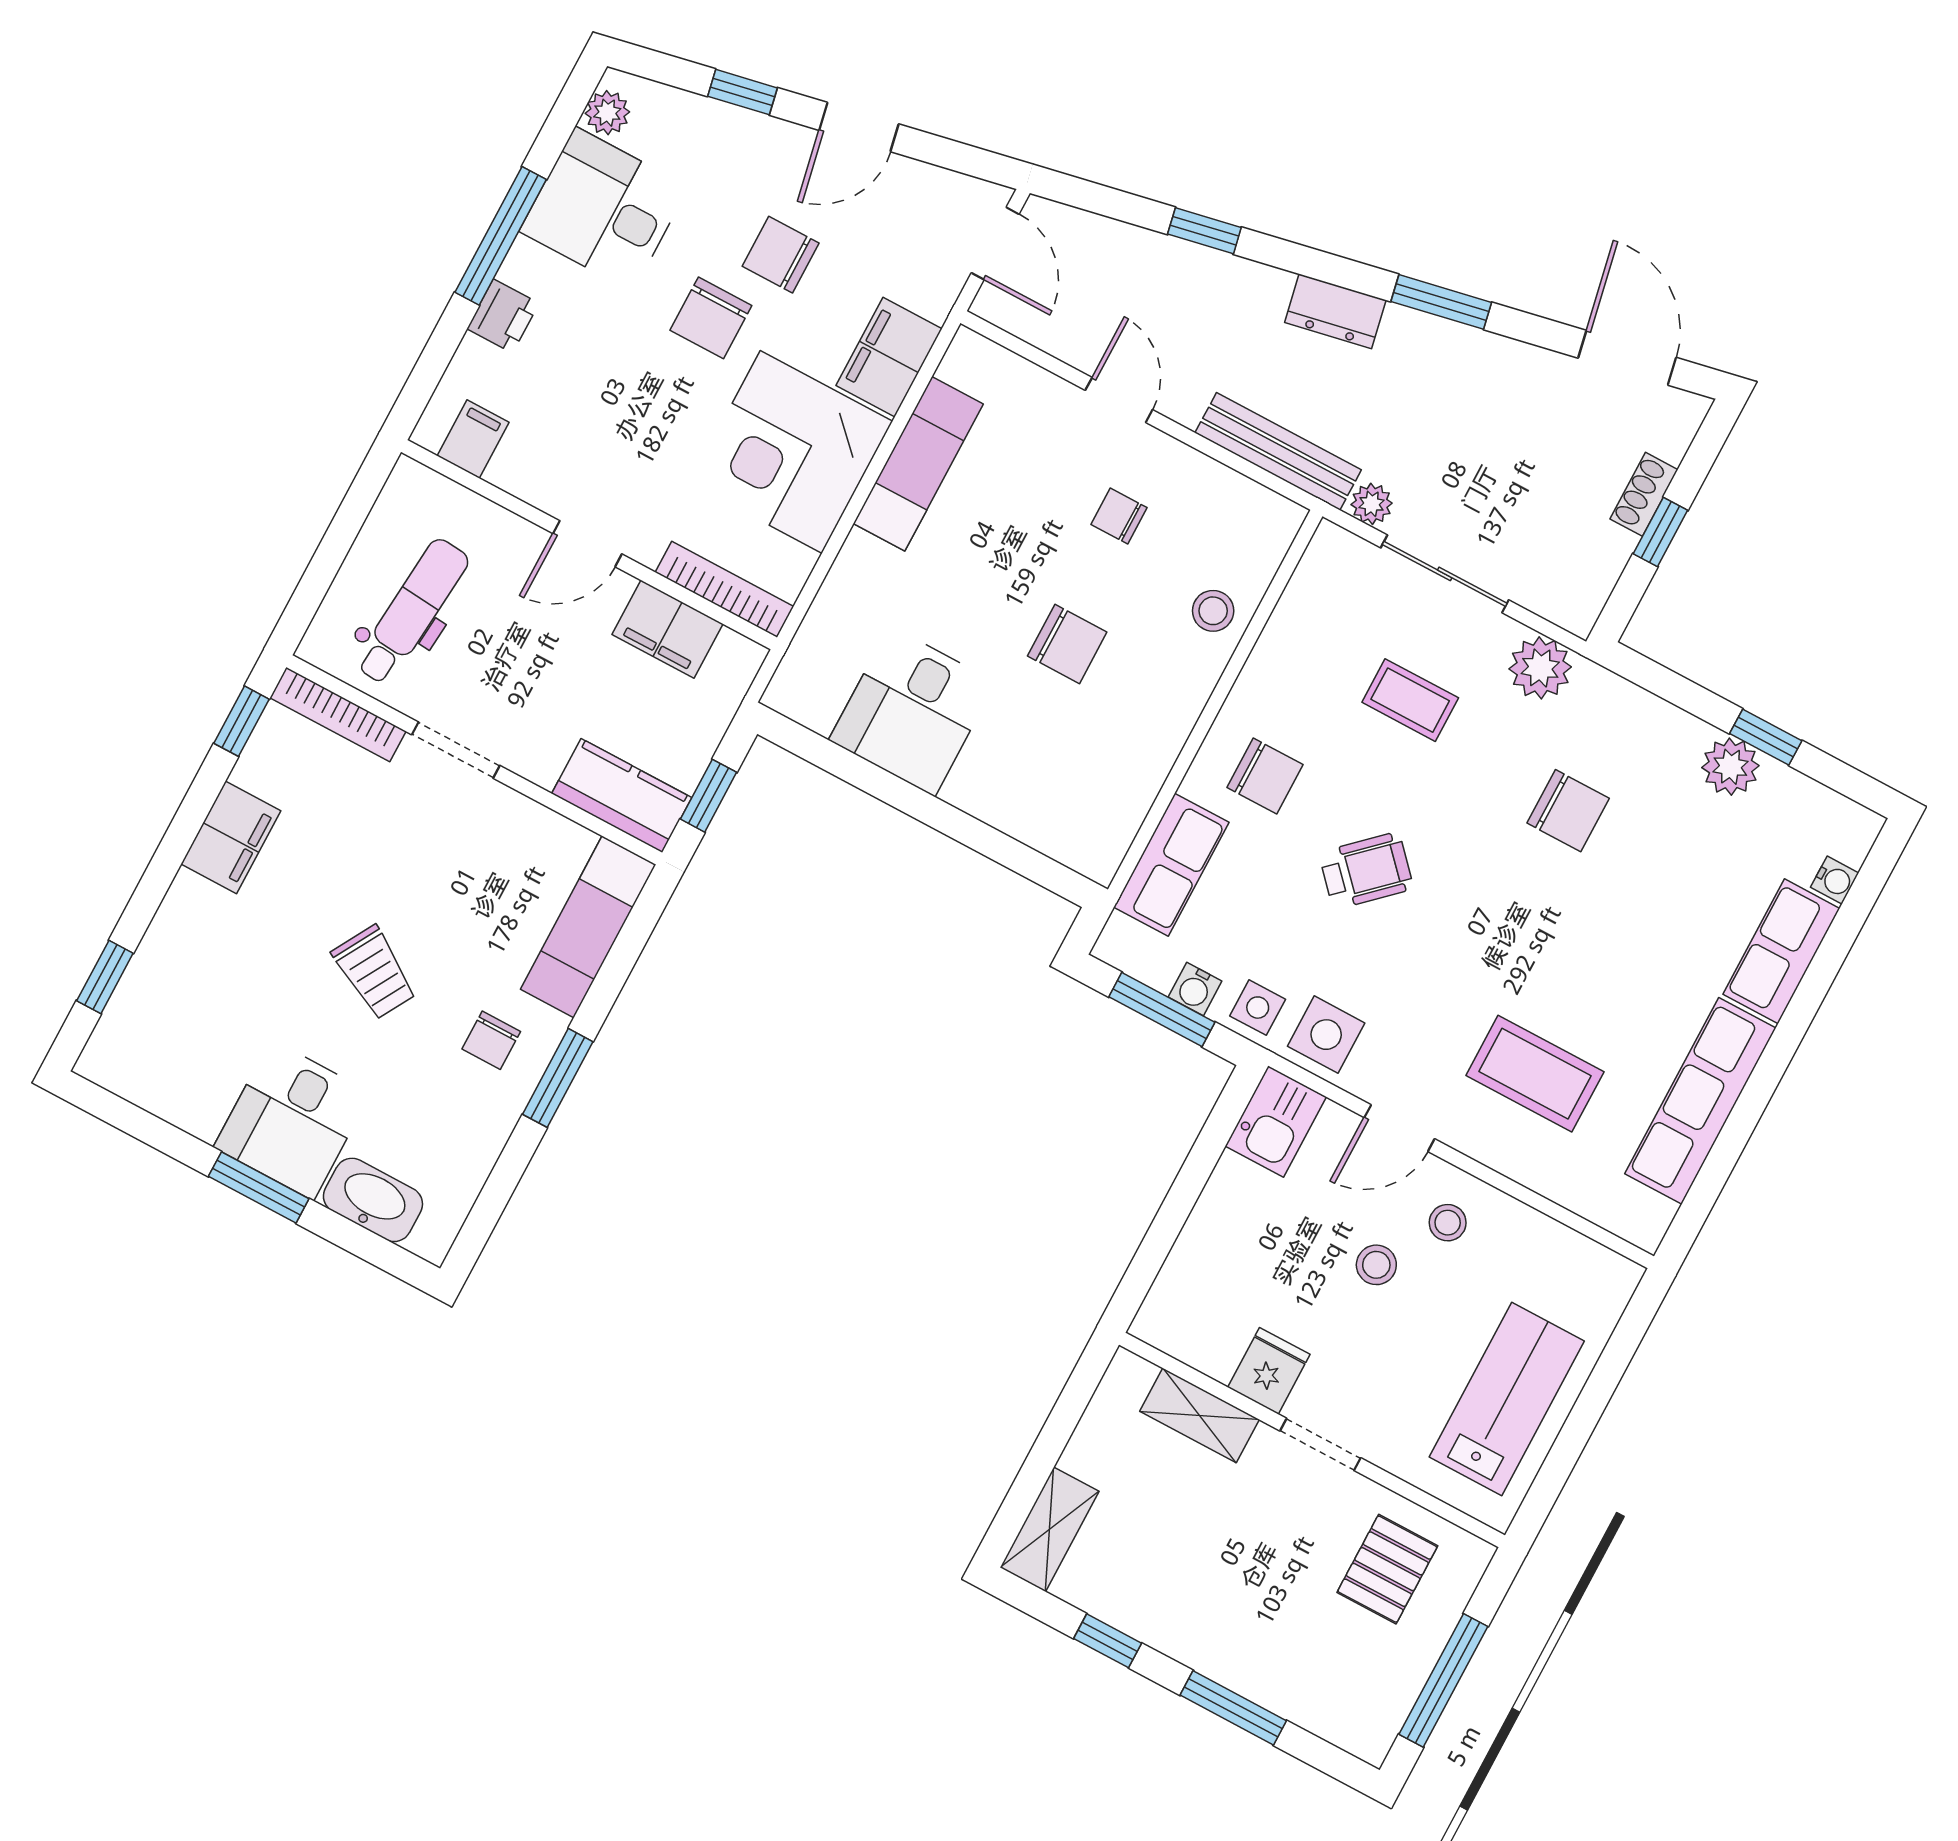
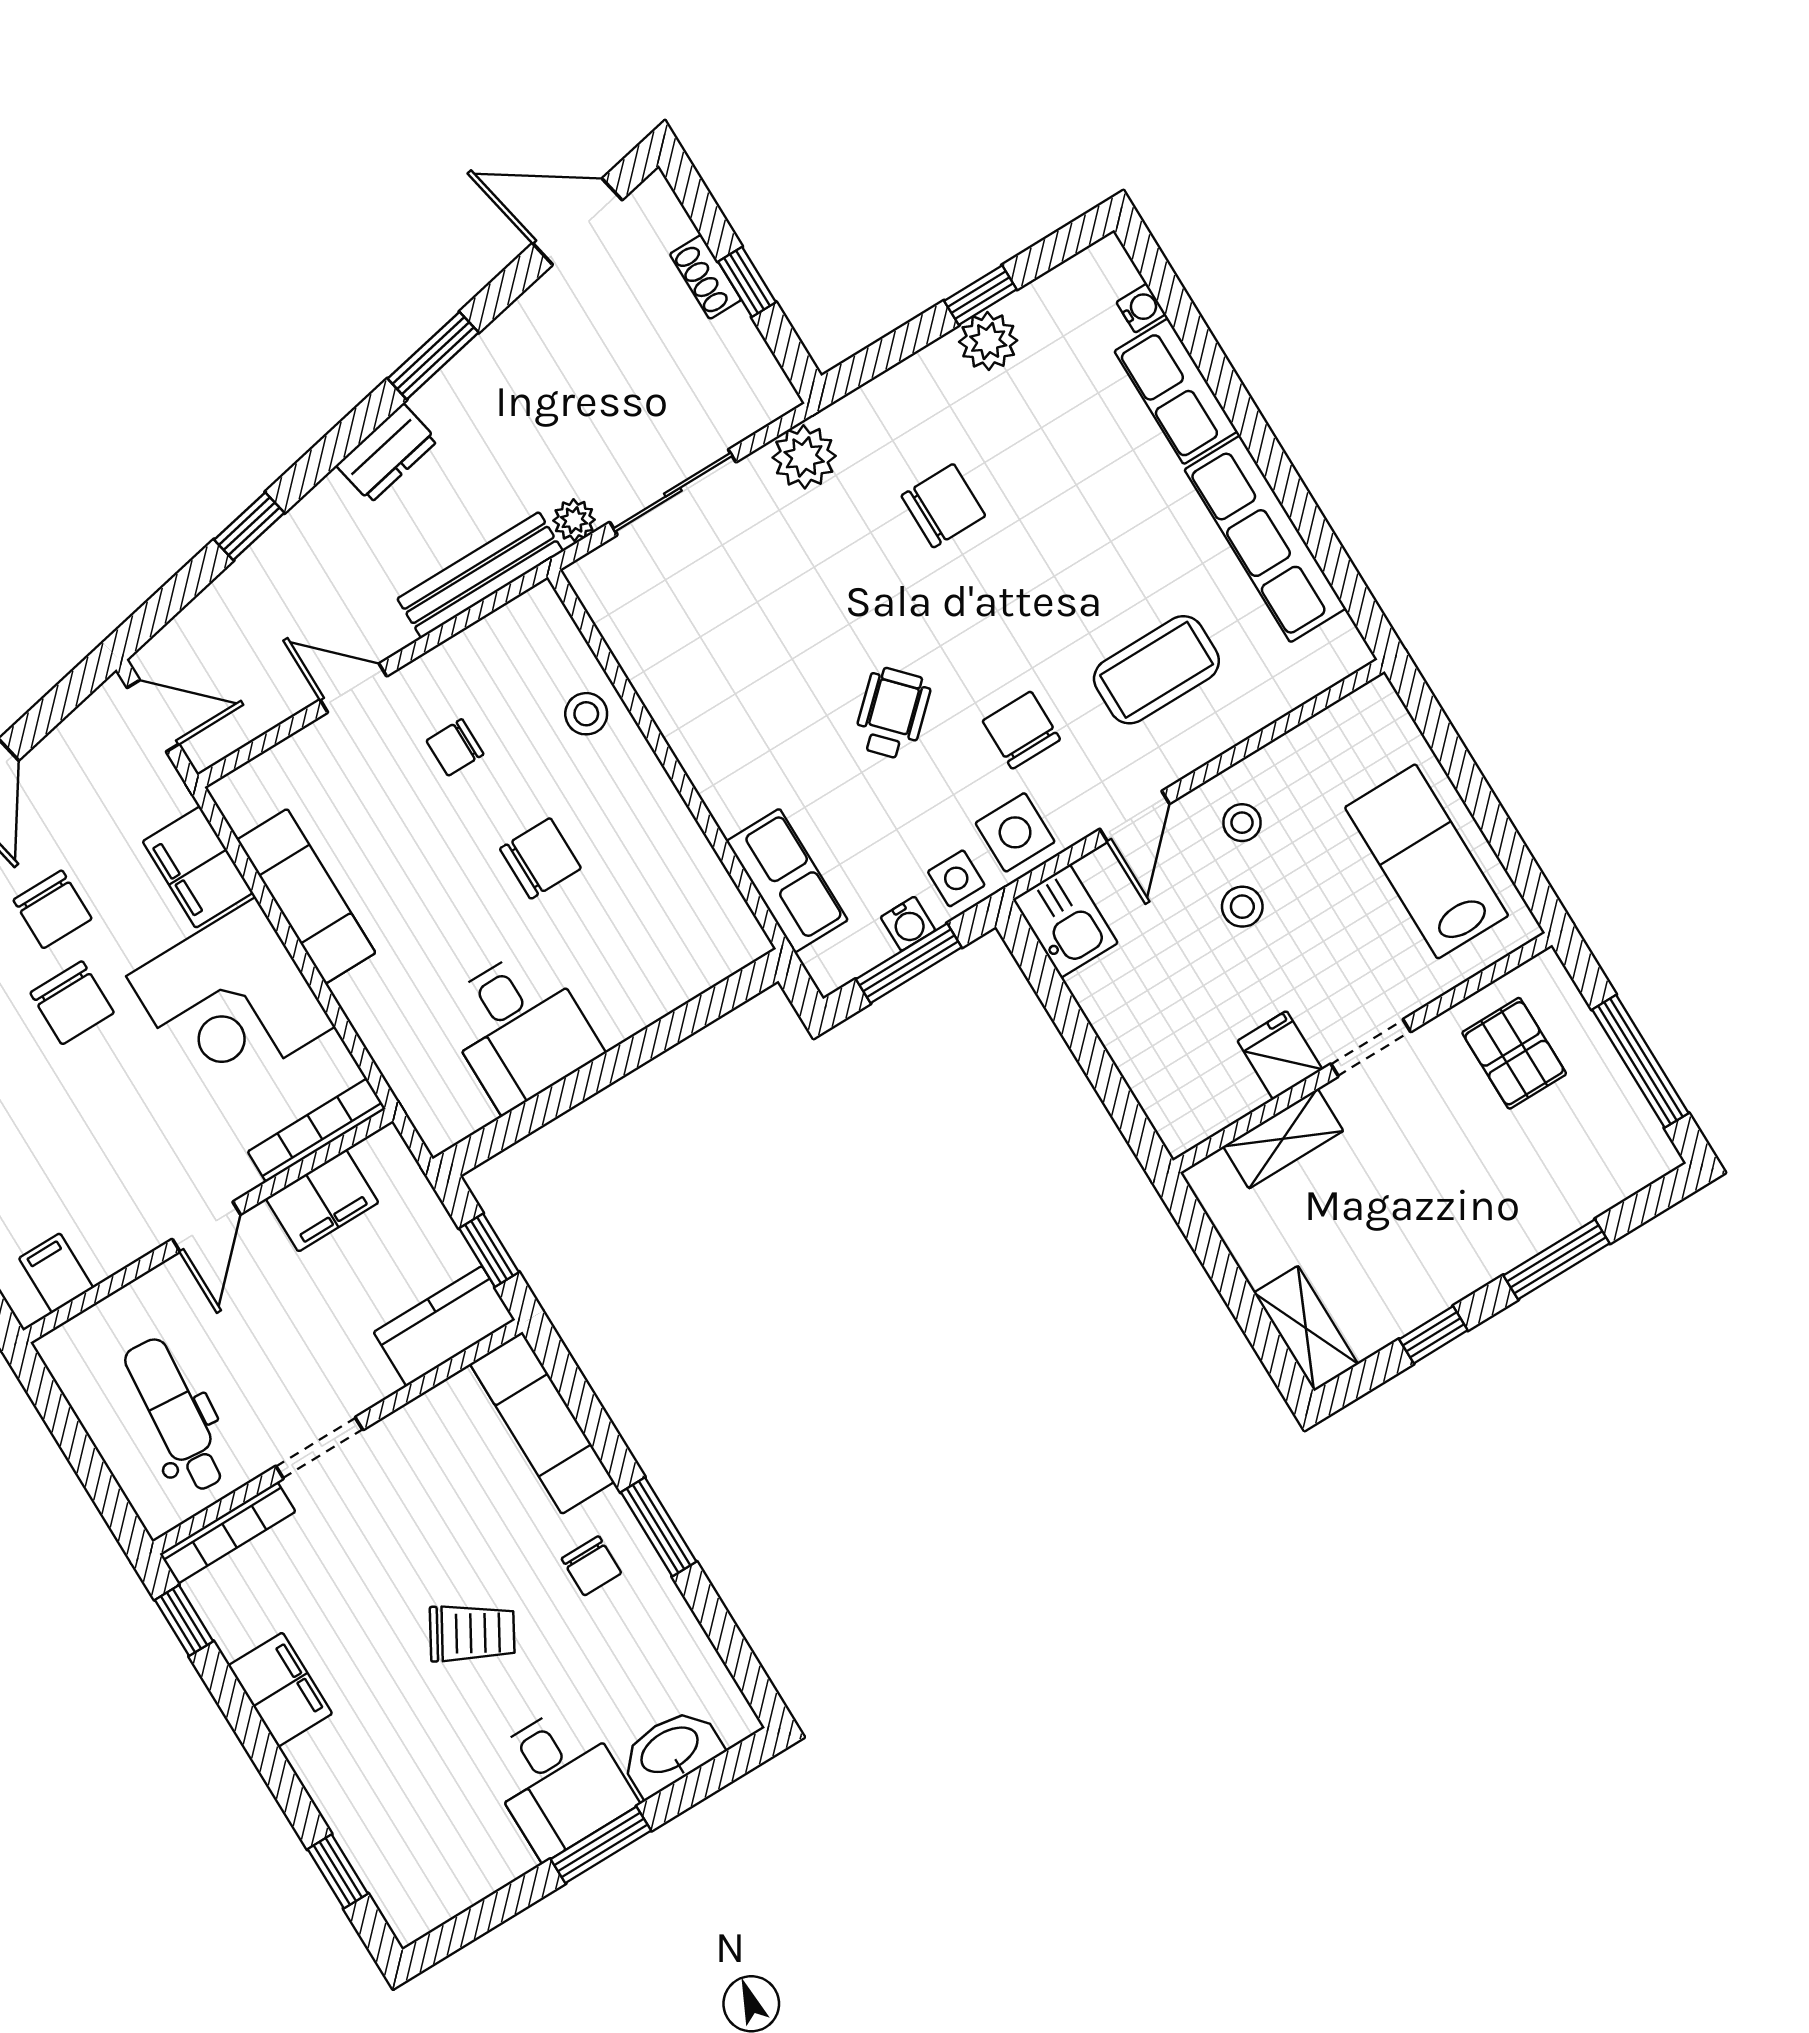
chair: (781, 255) -> (53, 909), turned -90
coffee table: (1410, 700) -> (766, 587), removed
chair: (1265, 776) -> (1021, 730), moved, turned -90

